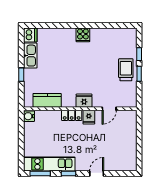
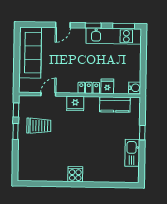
dishwasher: (30, 35) -> (132, 175), removed
window: (139, 54) -> (16, 110), moved
trolley: (126, 70) -> (39, 126), moved, turned -90
fridge: (89, 117) -> (107, 86), moved
sofa: (127, 147) -> (30, 53), added

